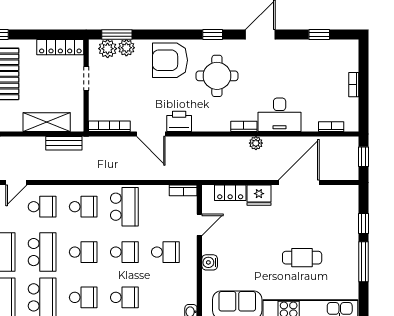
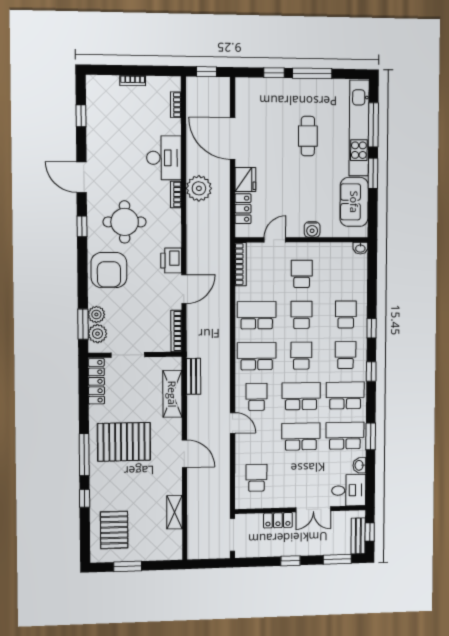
doorway: (86, 78) -> (128, 355), width x1.38
plant: (256, 143) -> (199, 188), width x1.88, depth x1.88
bookcase: (183, 190) -> (241, 264), width x1.56
school desk: (83, 207) -> (257, 356), width x1.85
door: (199, 225) -> (275, 240), hinge flipped

